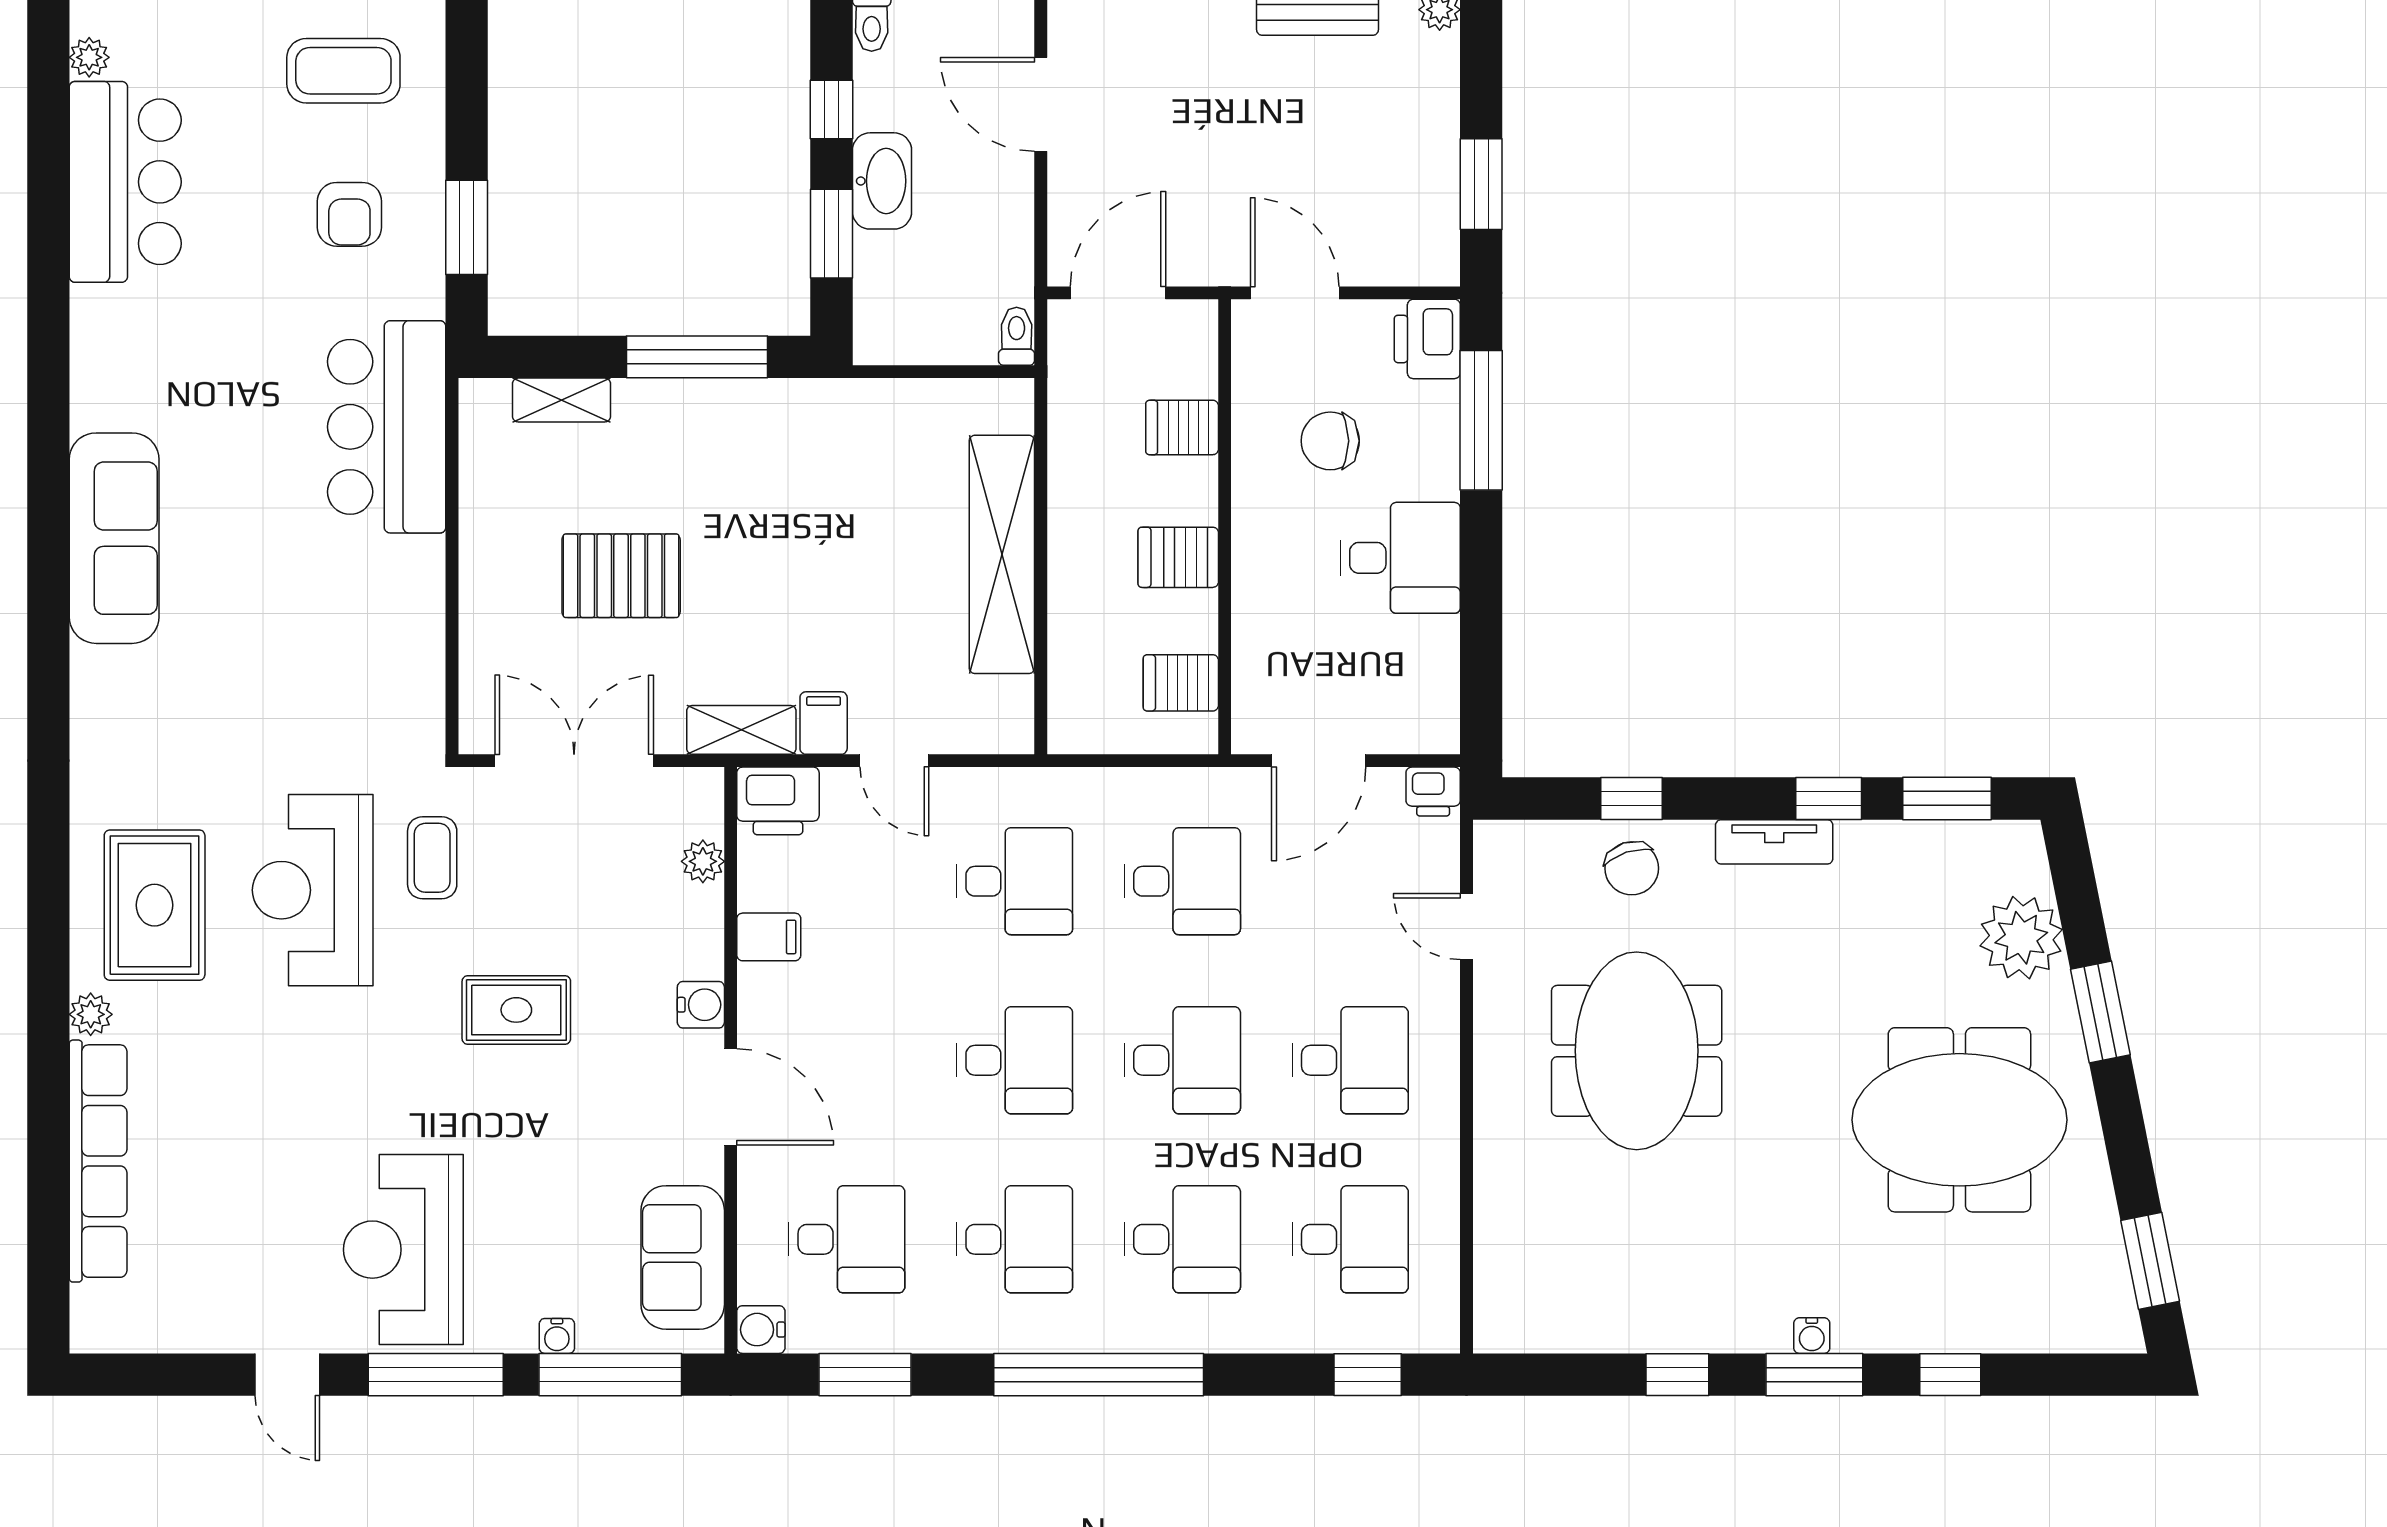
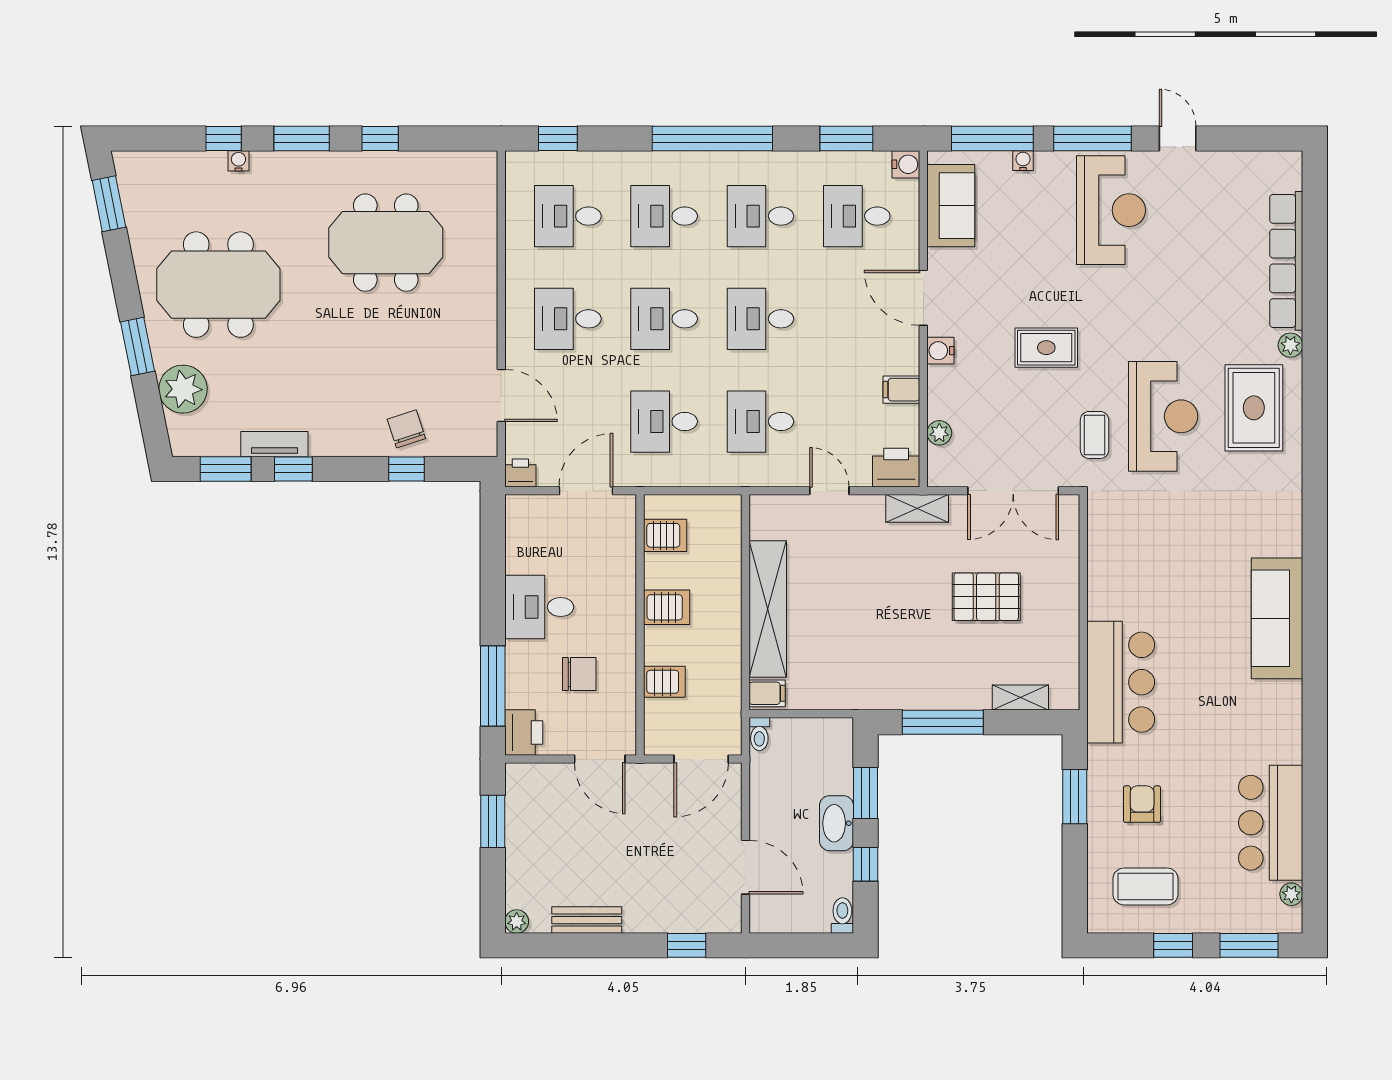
filing cabinet: (824, 723) -> (767, 693), moved, turned -90
tv unit: (1774, 842) -> (274, 444), moved
door: (1466, 927) -> (501, 396), width x1.38
meeting table: (1637, 1051) -> (386, 243), moved, turned 90
water cooler: (1812, 1336) -> (238, 161), moved

